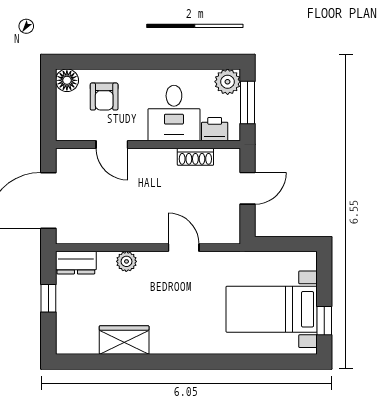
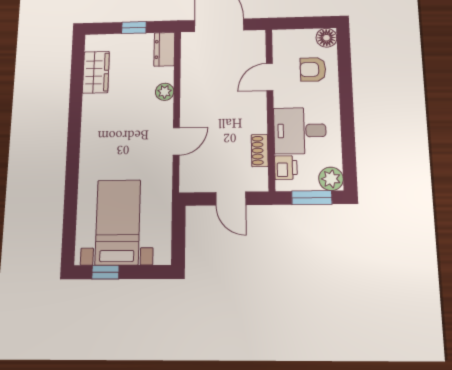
wardrobe: (124, 340) -> (96, 72), moved

